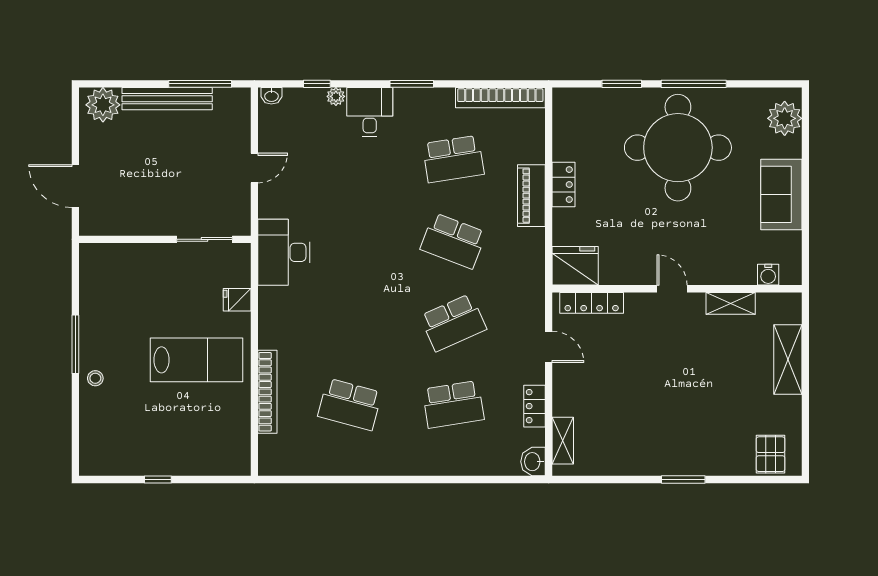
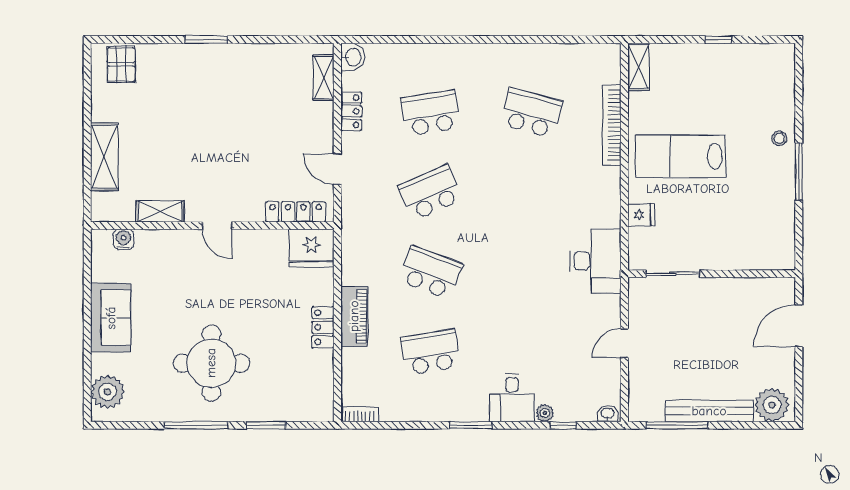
bookcase: (500, 98) -> (360, 414), width x0.43, depth x0.76
round table: (678, 148) -> (211, 363), width x0.73, depth x0.73
door: (75, 186) -> (799, 326), swing flipped
shelving: (240, 452) -> (638, 67), added

